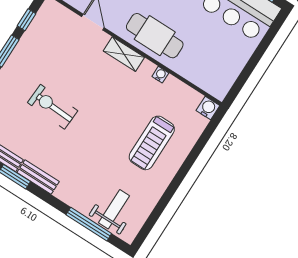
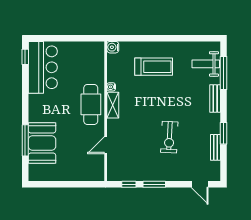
shelving: (124, 54) -> (113, 105), moved
bench: (38, 177) -> (215, 99), moved

